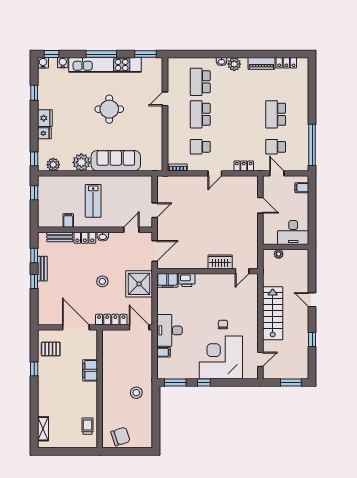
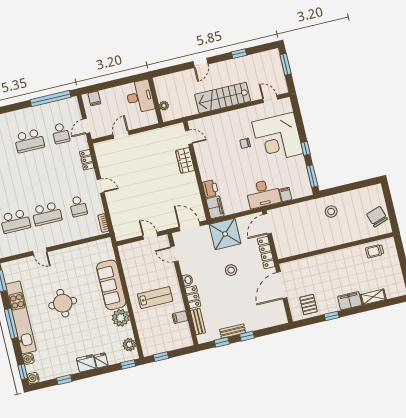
filing cabinet: (90, 370) -> (350, 301), moved, turned 180
shelving: (43, 429) -> (373, 297), moved

